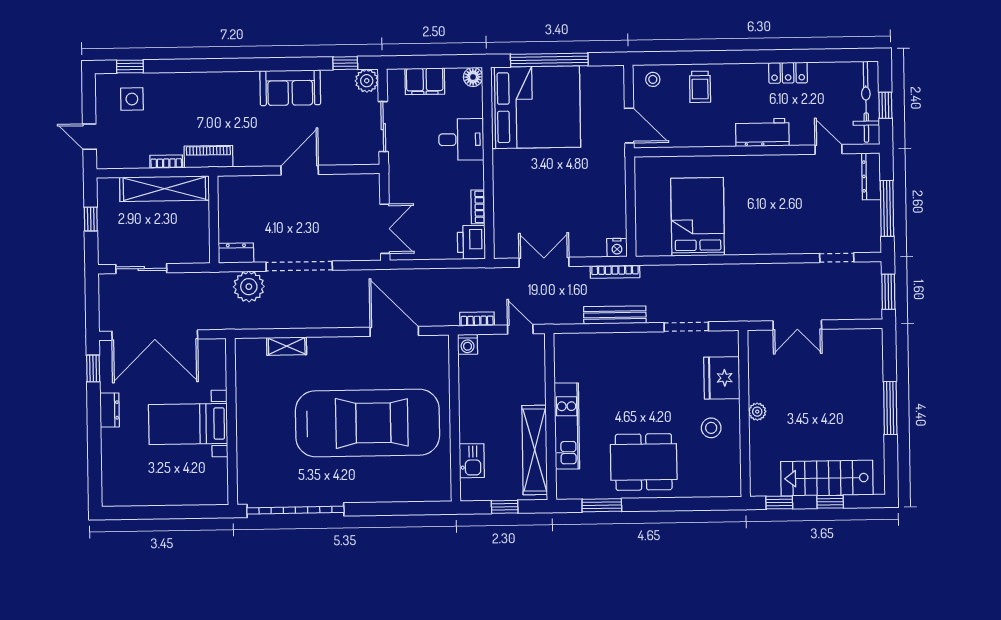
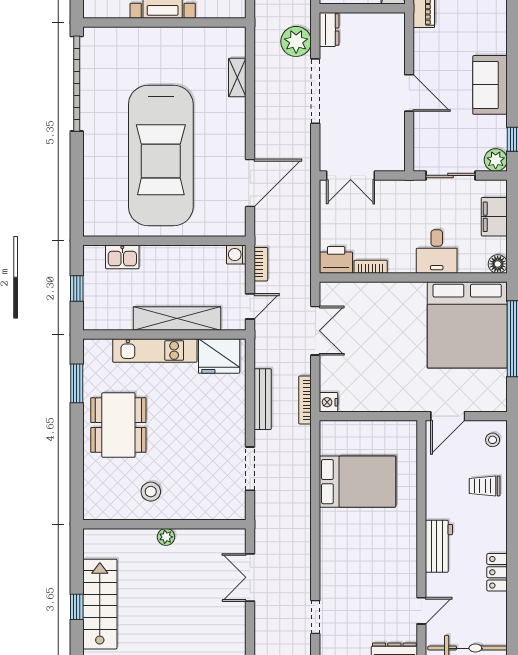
fridge: (722, 378) -> (219, 356), moved, turned 180
shelving: (535, 450) -> (177, 319), moved
window: (779, 503) -> (77, 557), removed

